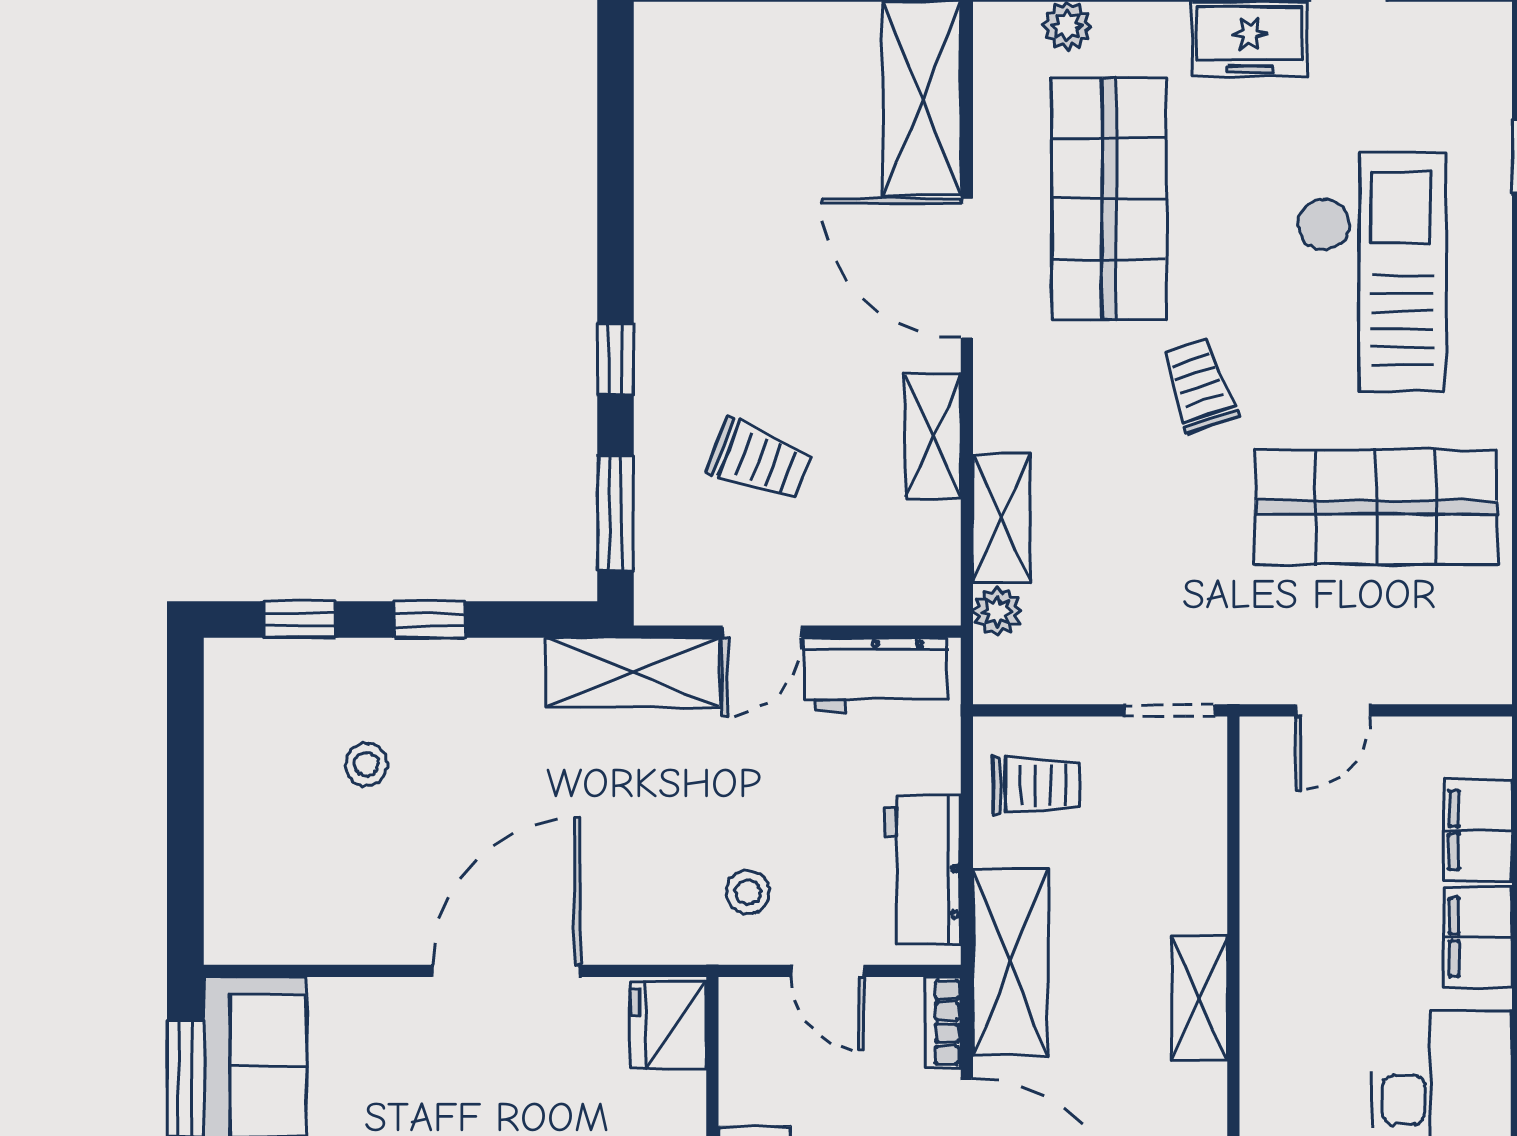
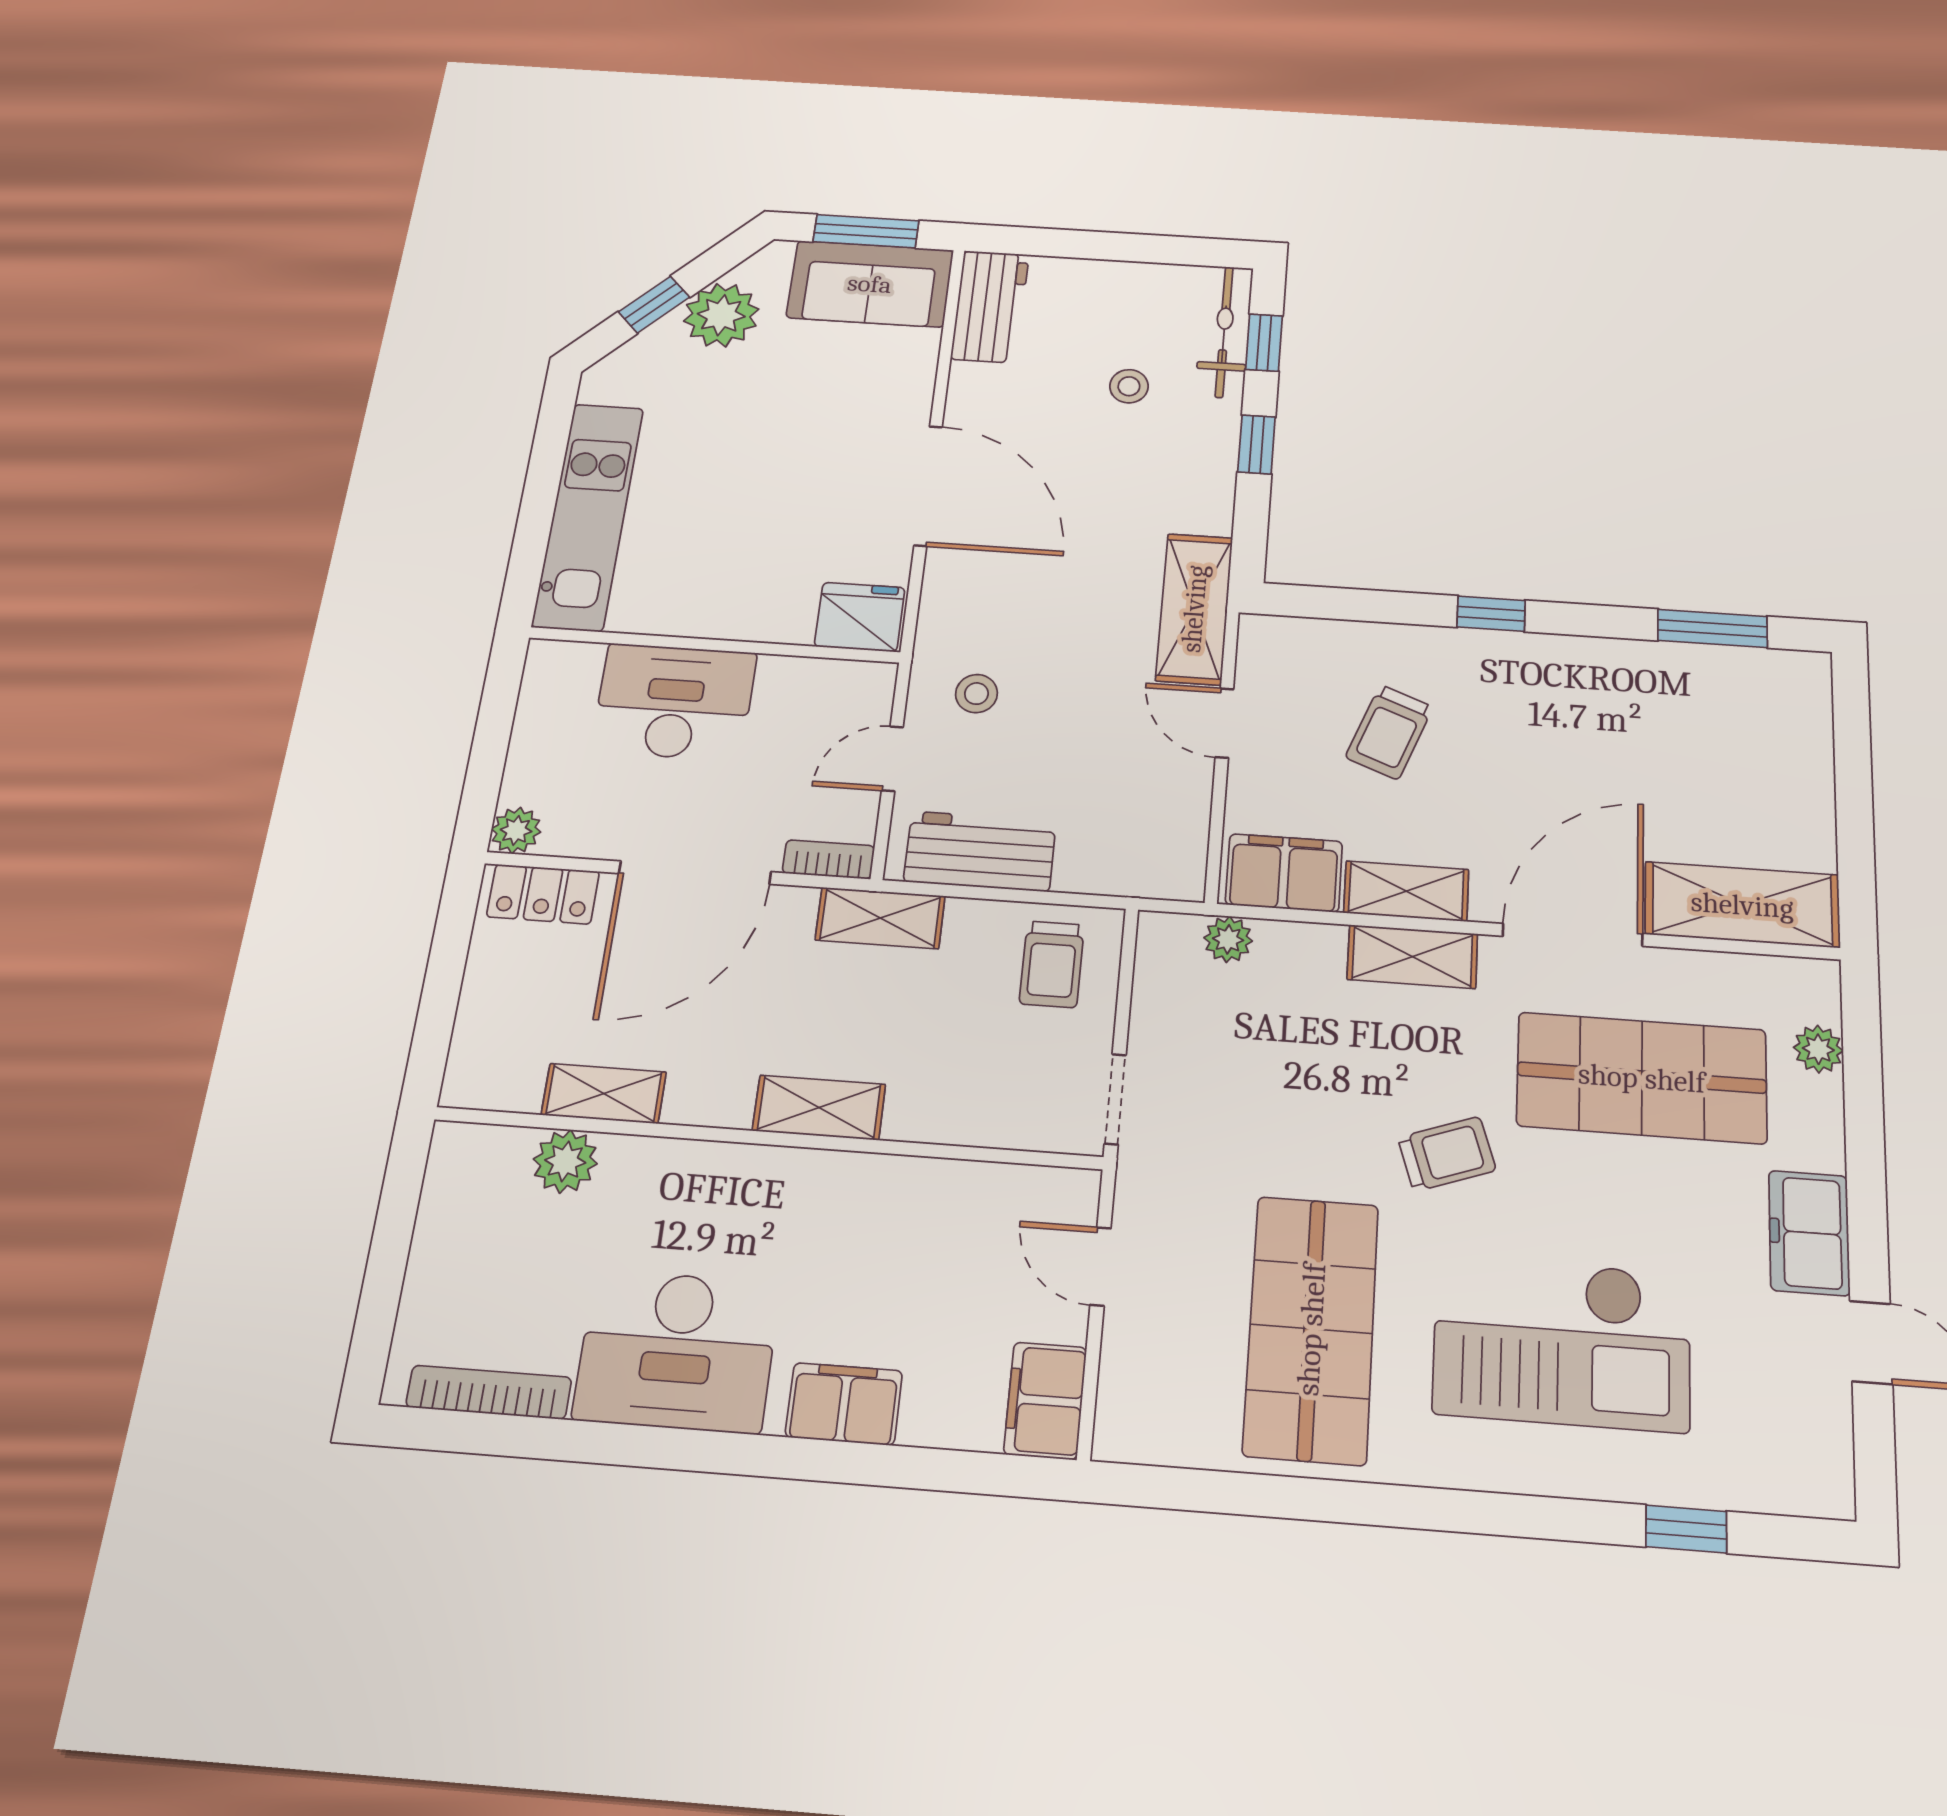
window: (615, 512) -> (1713, 628), moved
shelving: (1002, 518) -> (1412, 957), moved
filing cabinet: (923, 560) -> (1284, 873), added
bicycle: (289, 665) -> (1224, 332), added
workbench: (876, 675) -> (990, 307), moved, turned 180
filing cabinet: (1478, 830) -> (1045, 1401), moved, turned -90
shelving: (1010, 962) -> (880, 918), width x0.67, depth x0.75

